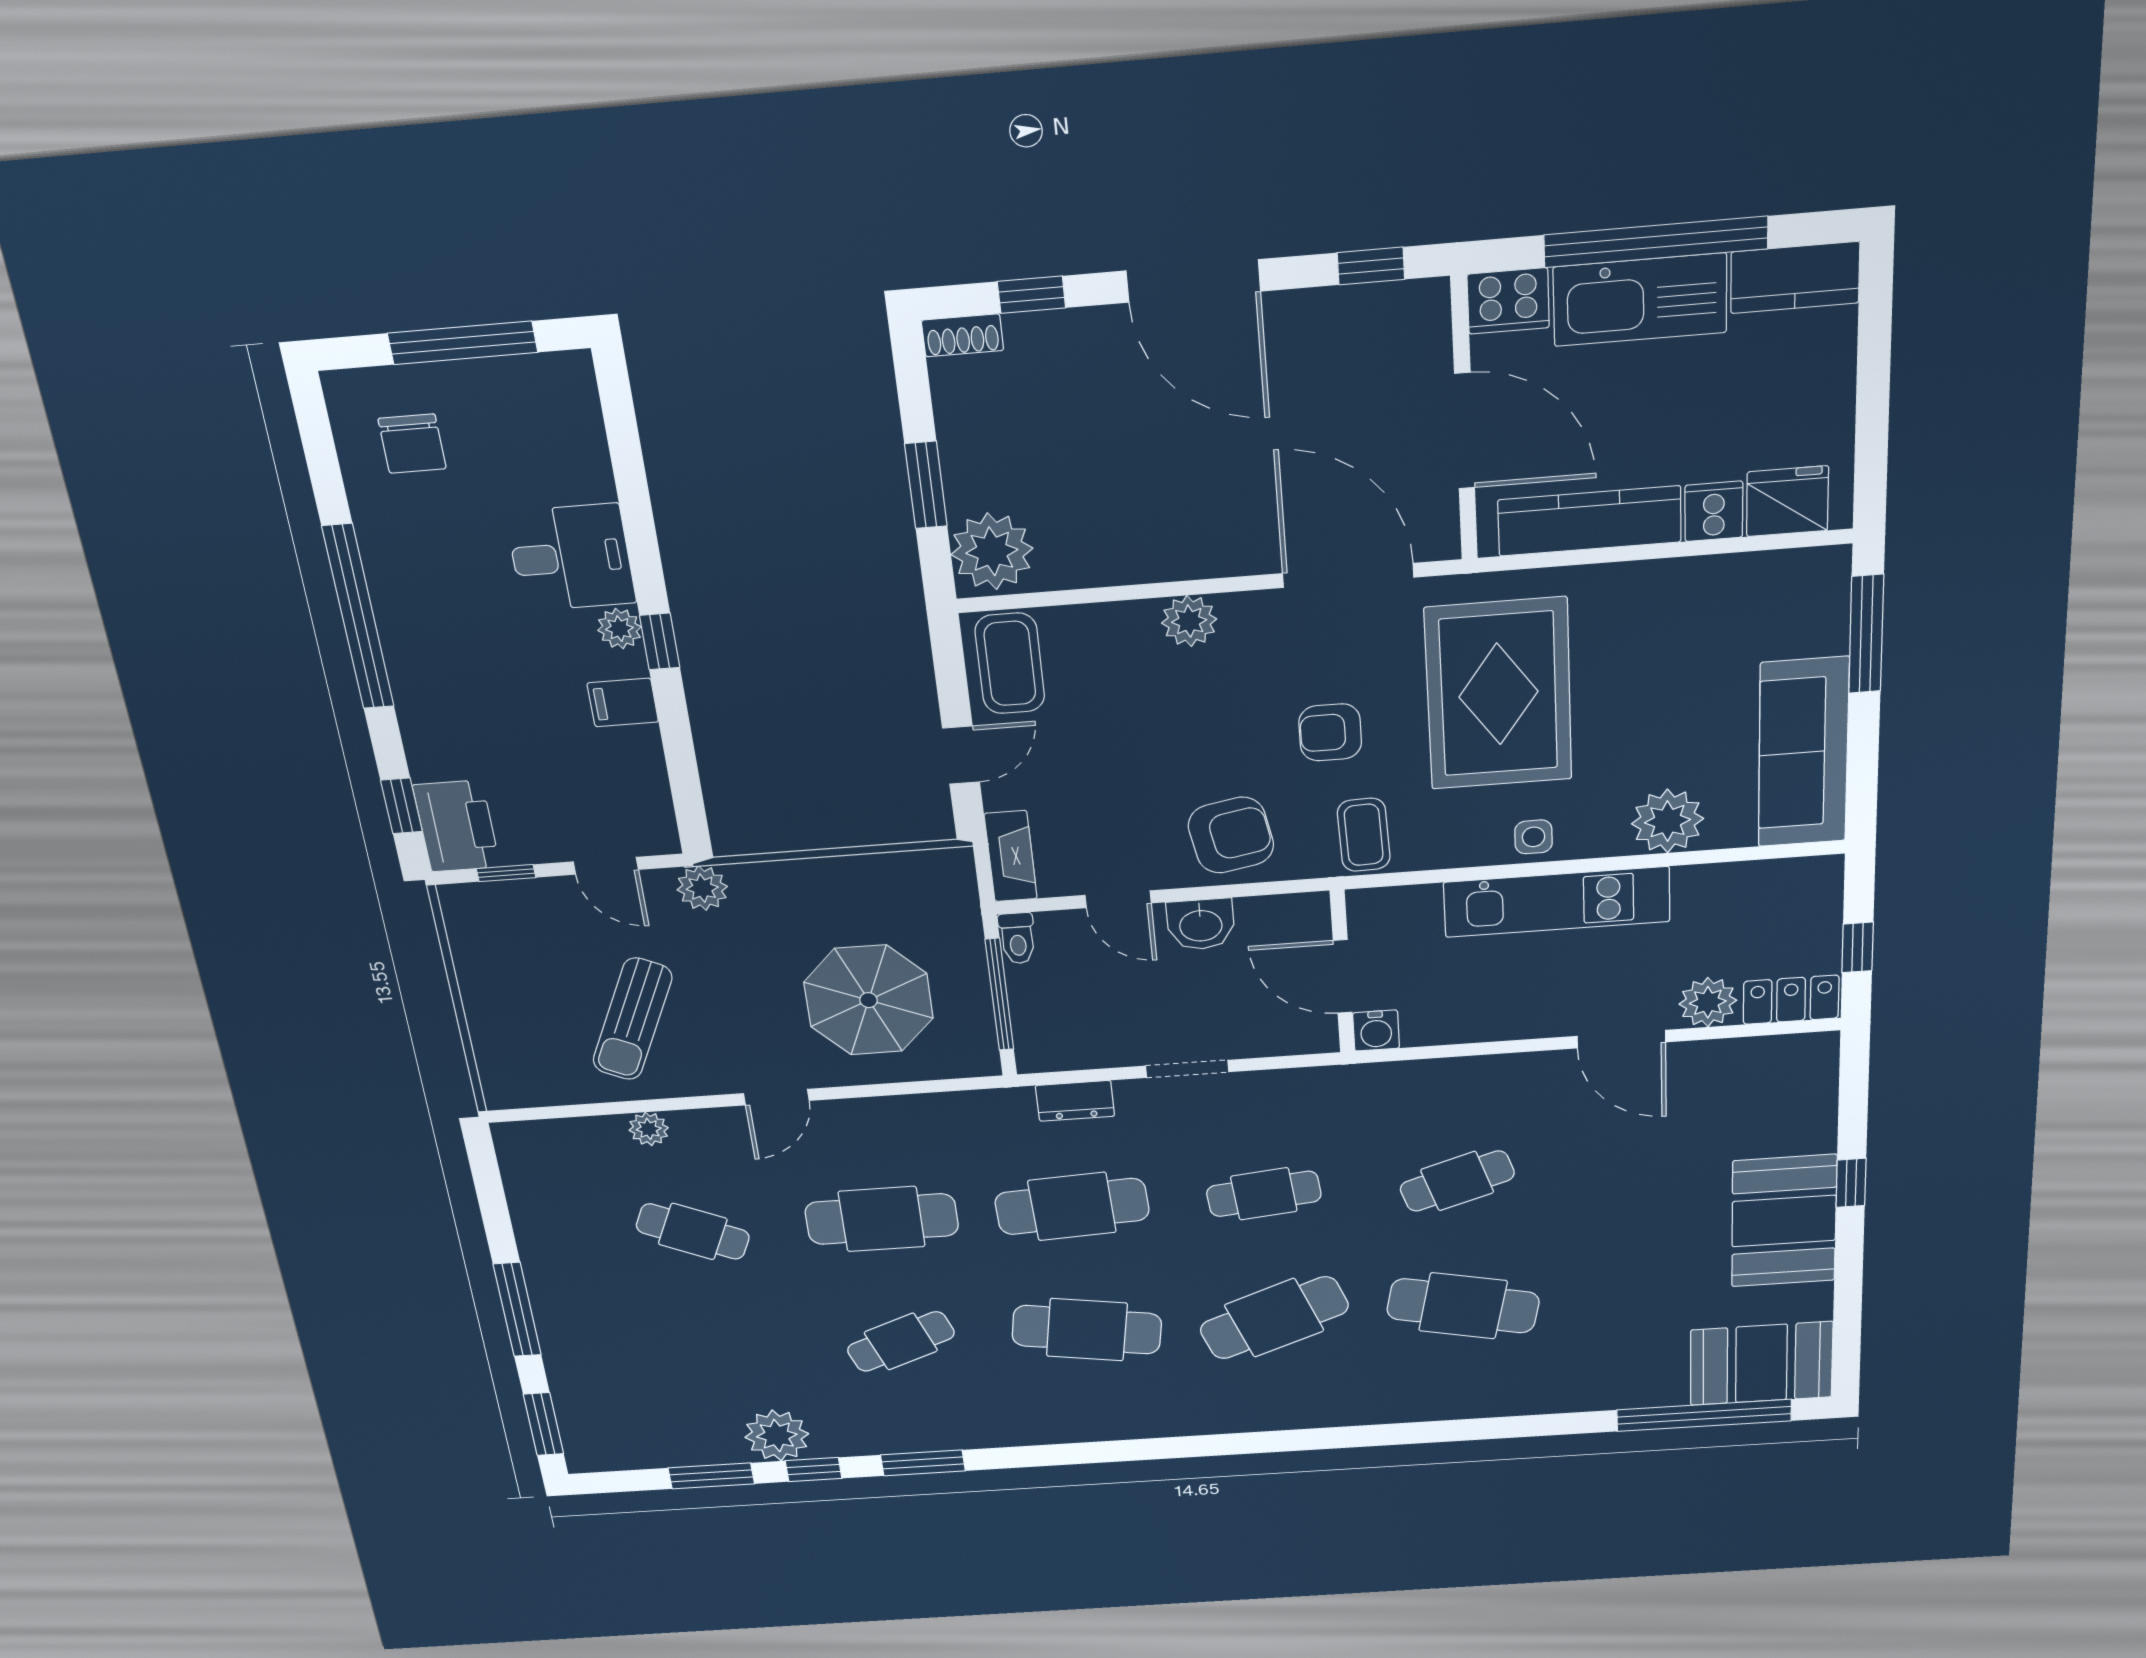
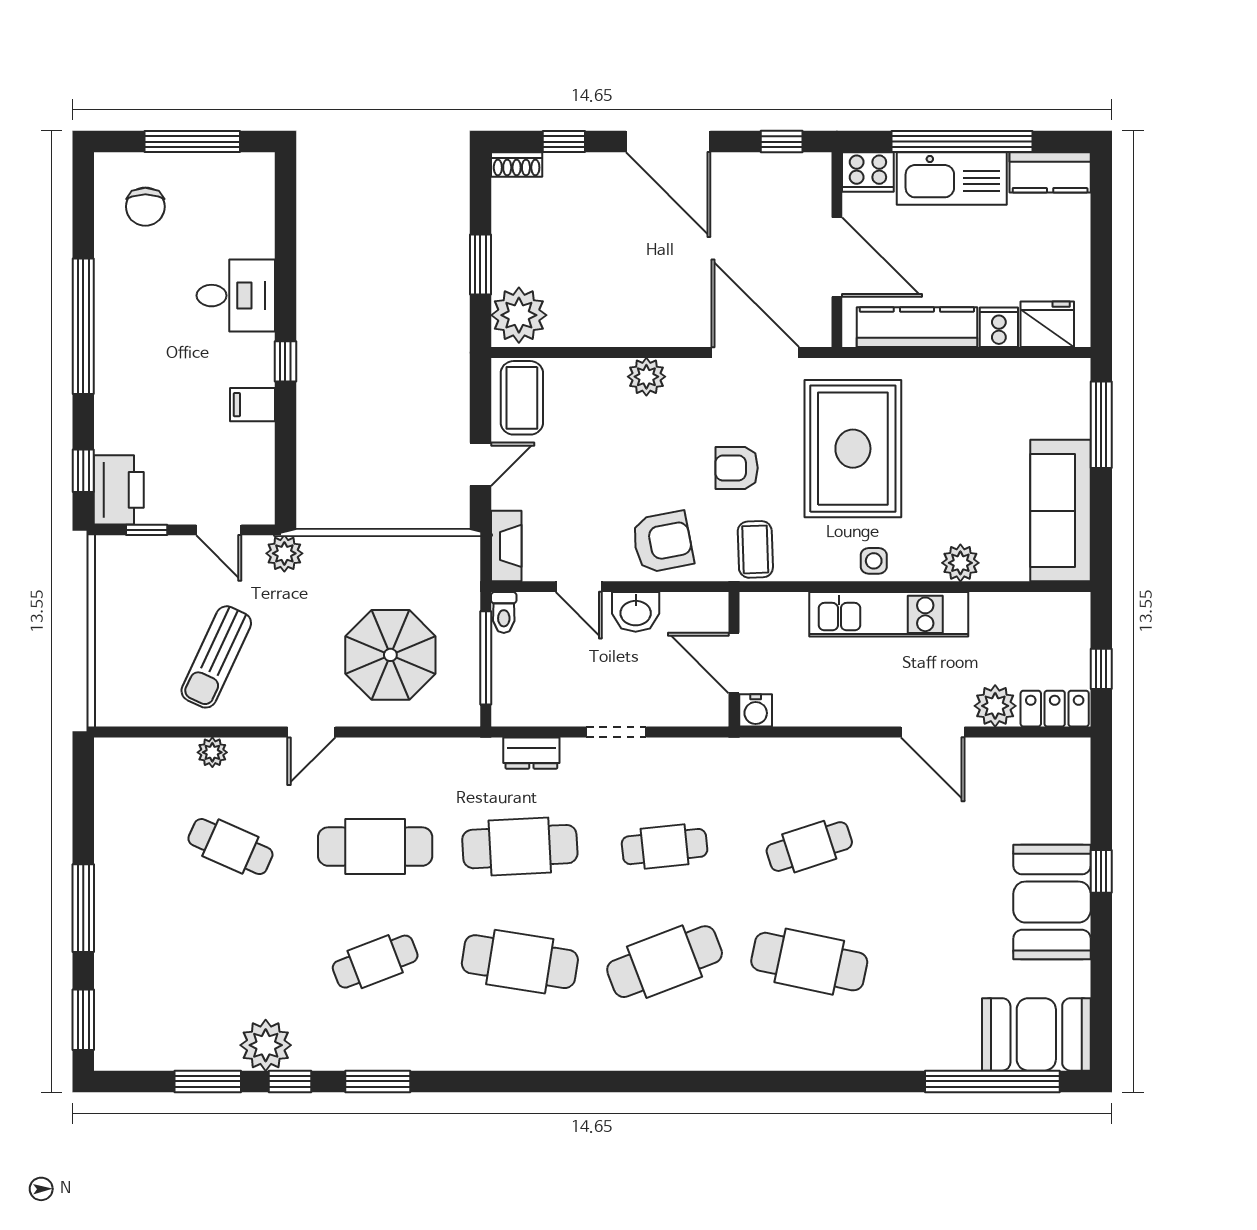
plant: (619, 629) -> (260, 350), removed
plant: (1668, 821) -> (960, 563), width x0.73, depth x0.73

